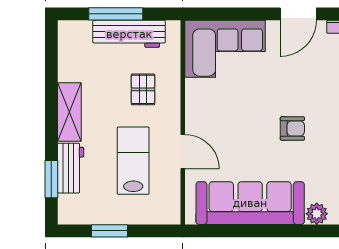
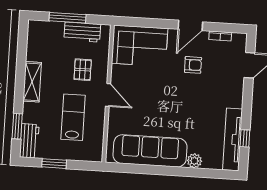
workbench: (129, 34) -> (82, 32), width x0.73
armchair: (292, 128) -> (193, 65), moved
door: (183, 152) -> (108, 95), moved
workbench: (71, 168) -> (29, 141), moved

